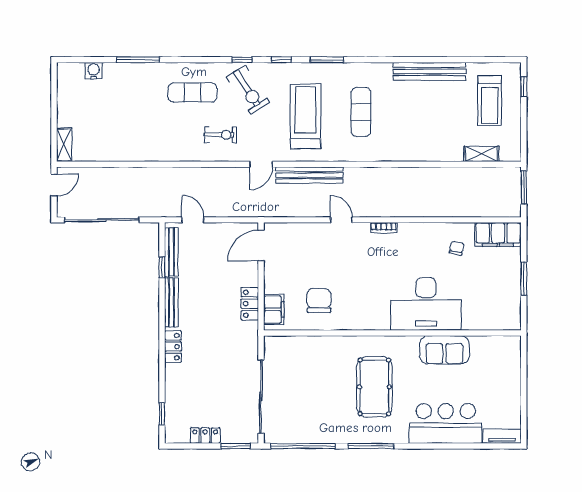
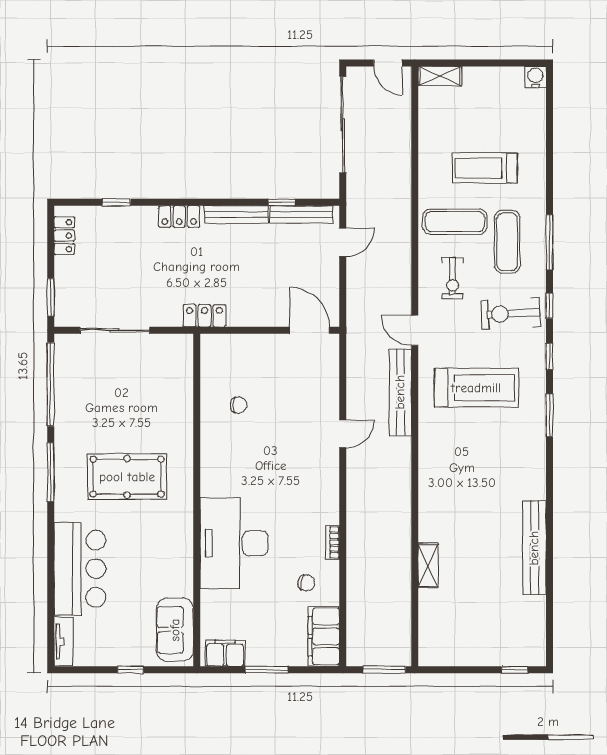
window: (138, 60) -> (549, 242), moved
water cooler: (94, 71) -> (535, 77), moved, turned -90
exercise bike: (248, 90) -> (511, 313), turned 30
treadmill: (489, 101) -> (485, 168), moved
exercise mat: (361, 112) -> (455, 222), moved
shelving: (481, 154) -> (428, 565), moved
bookcase: (384, 228) -> (333, 542), moved
chair: (319, 301) -> (239, 405), width x0.54, depth x0.54
locker: (250, 304) -> (204, 316), moved
filing cabinet: (274, 309) -> (225, 653), moved, turned 180
sofa: (444, 350) -> (175, 630), moved
window: (524, 384) -> (130, 670), added
sliding door: (261, 396) -> (115, 330), width x0.73
window: (162, 414) -> (116, 202), moved
locker: (205, 436) -> (64, 236), moved

